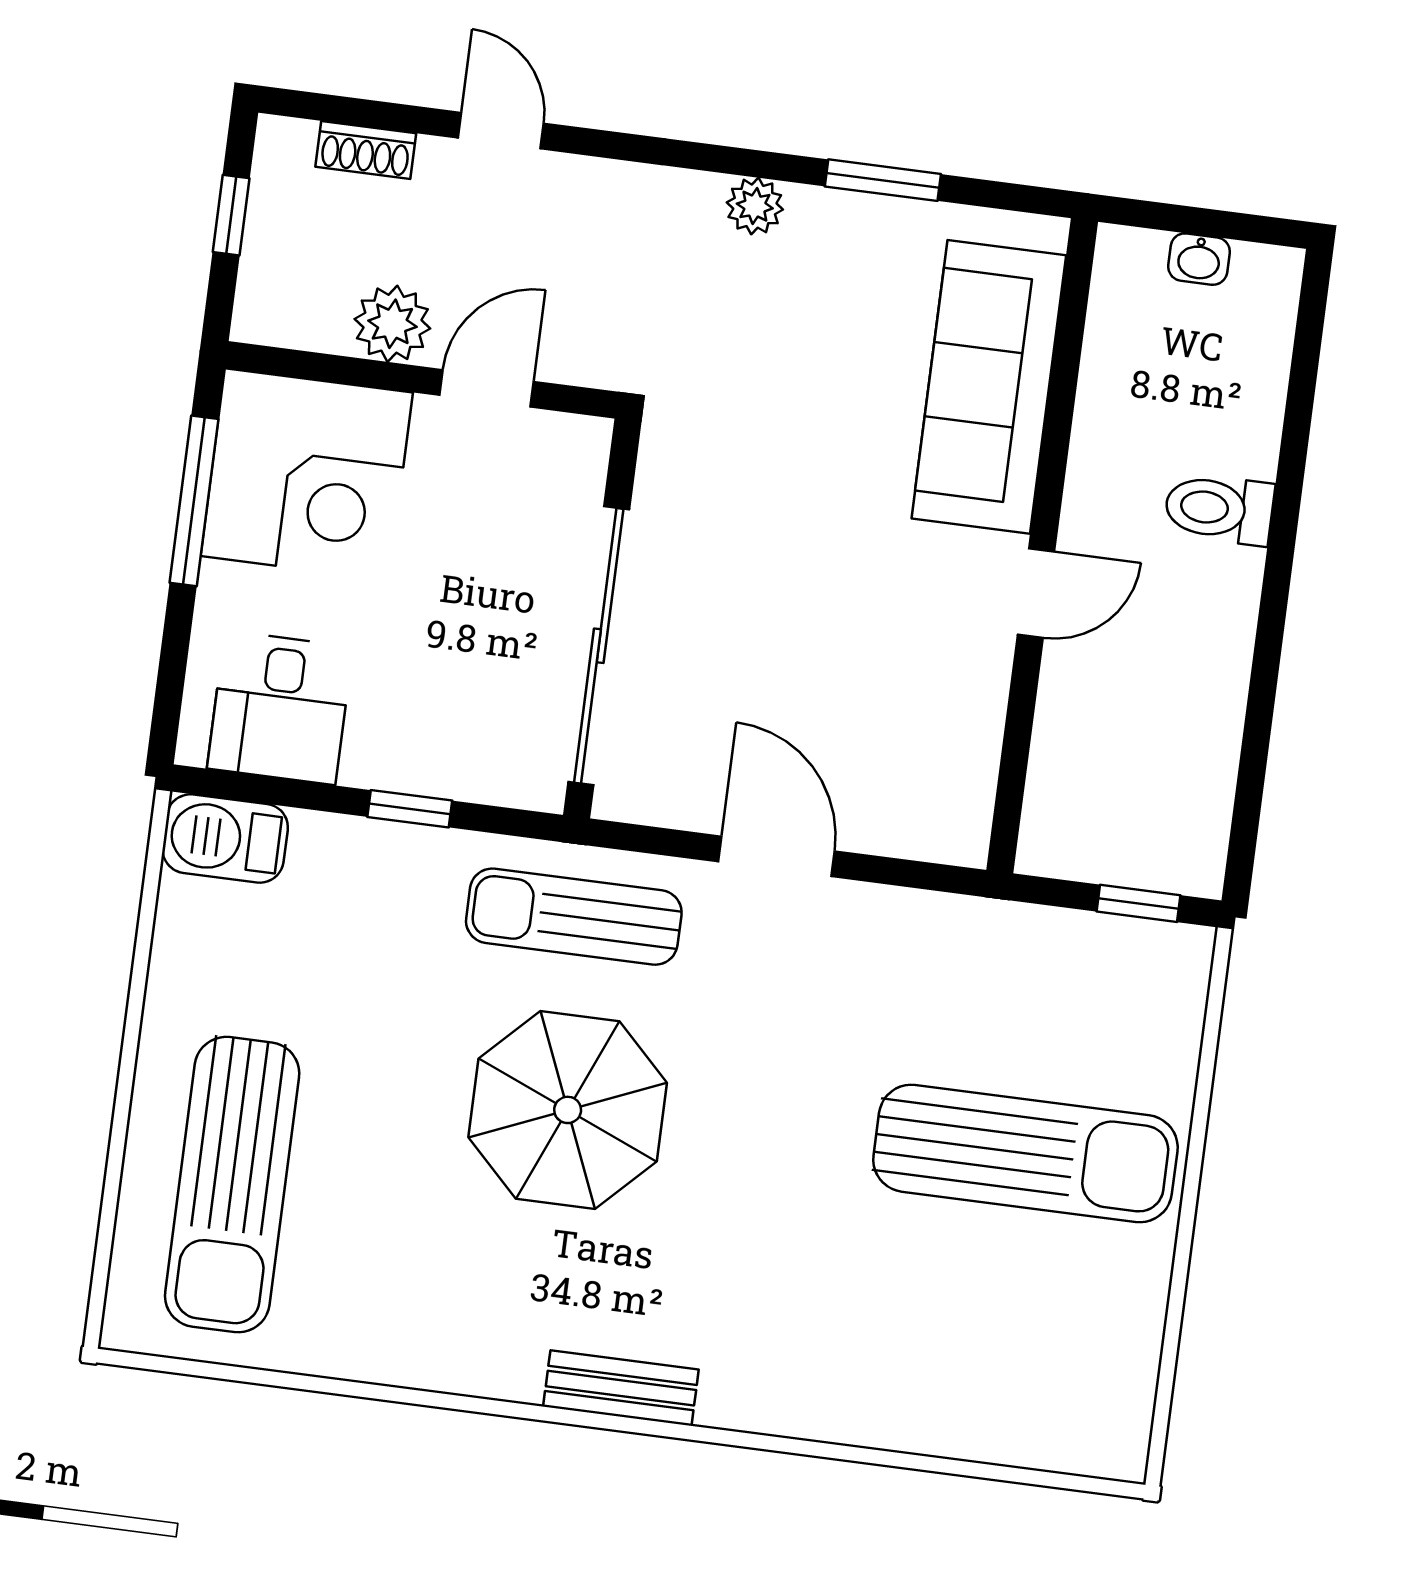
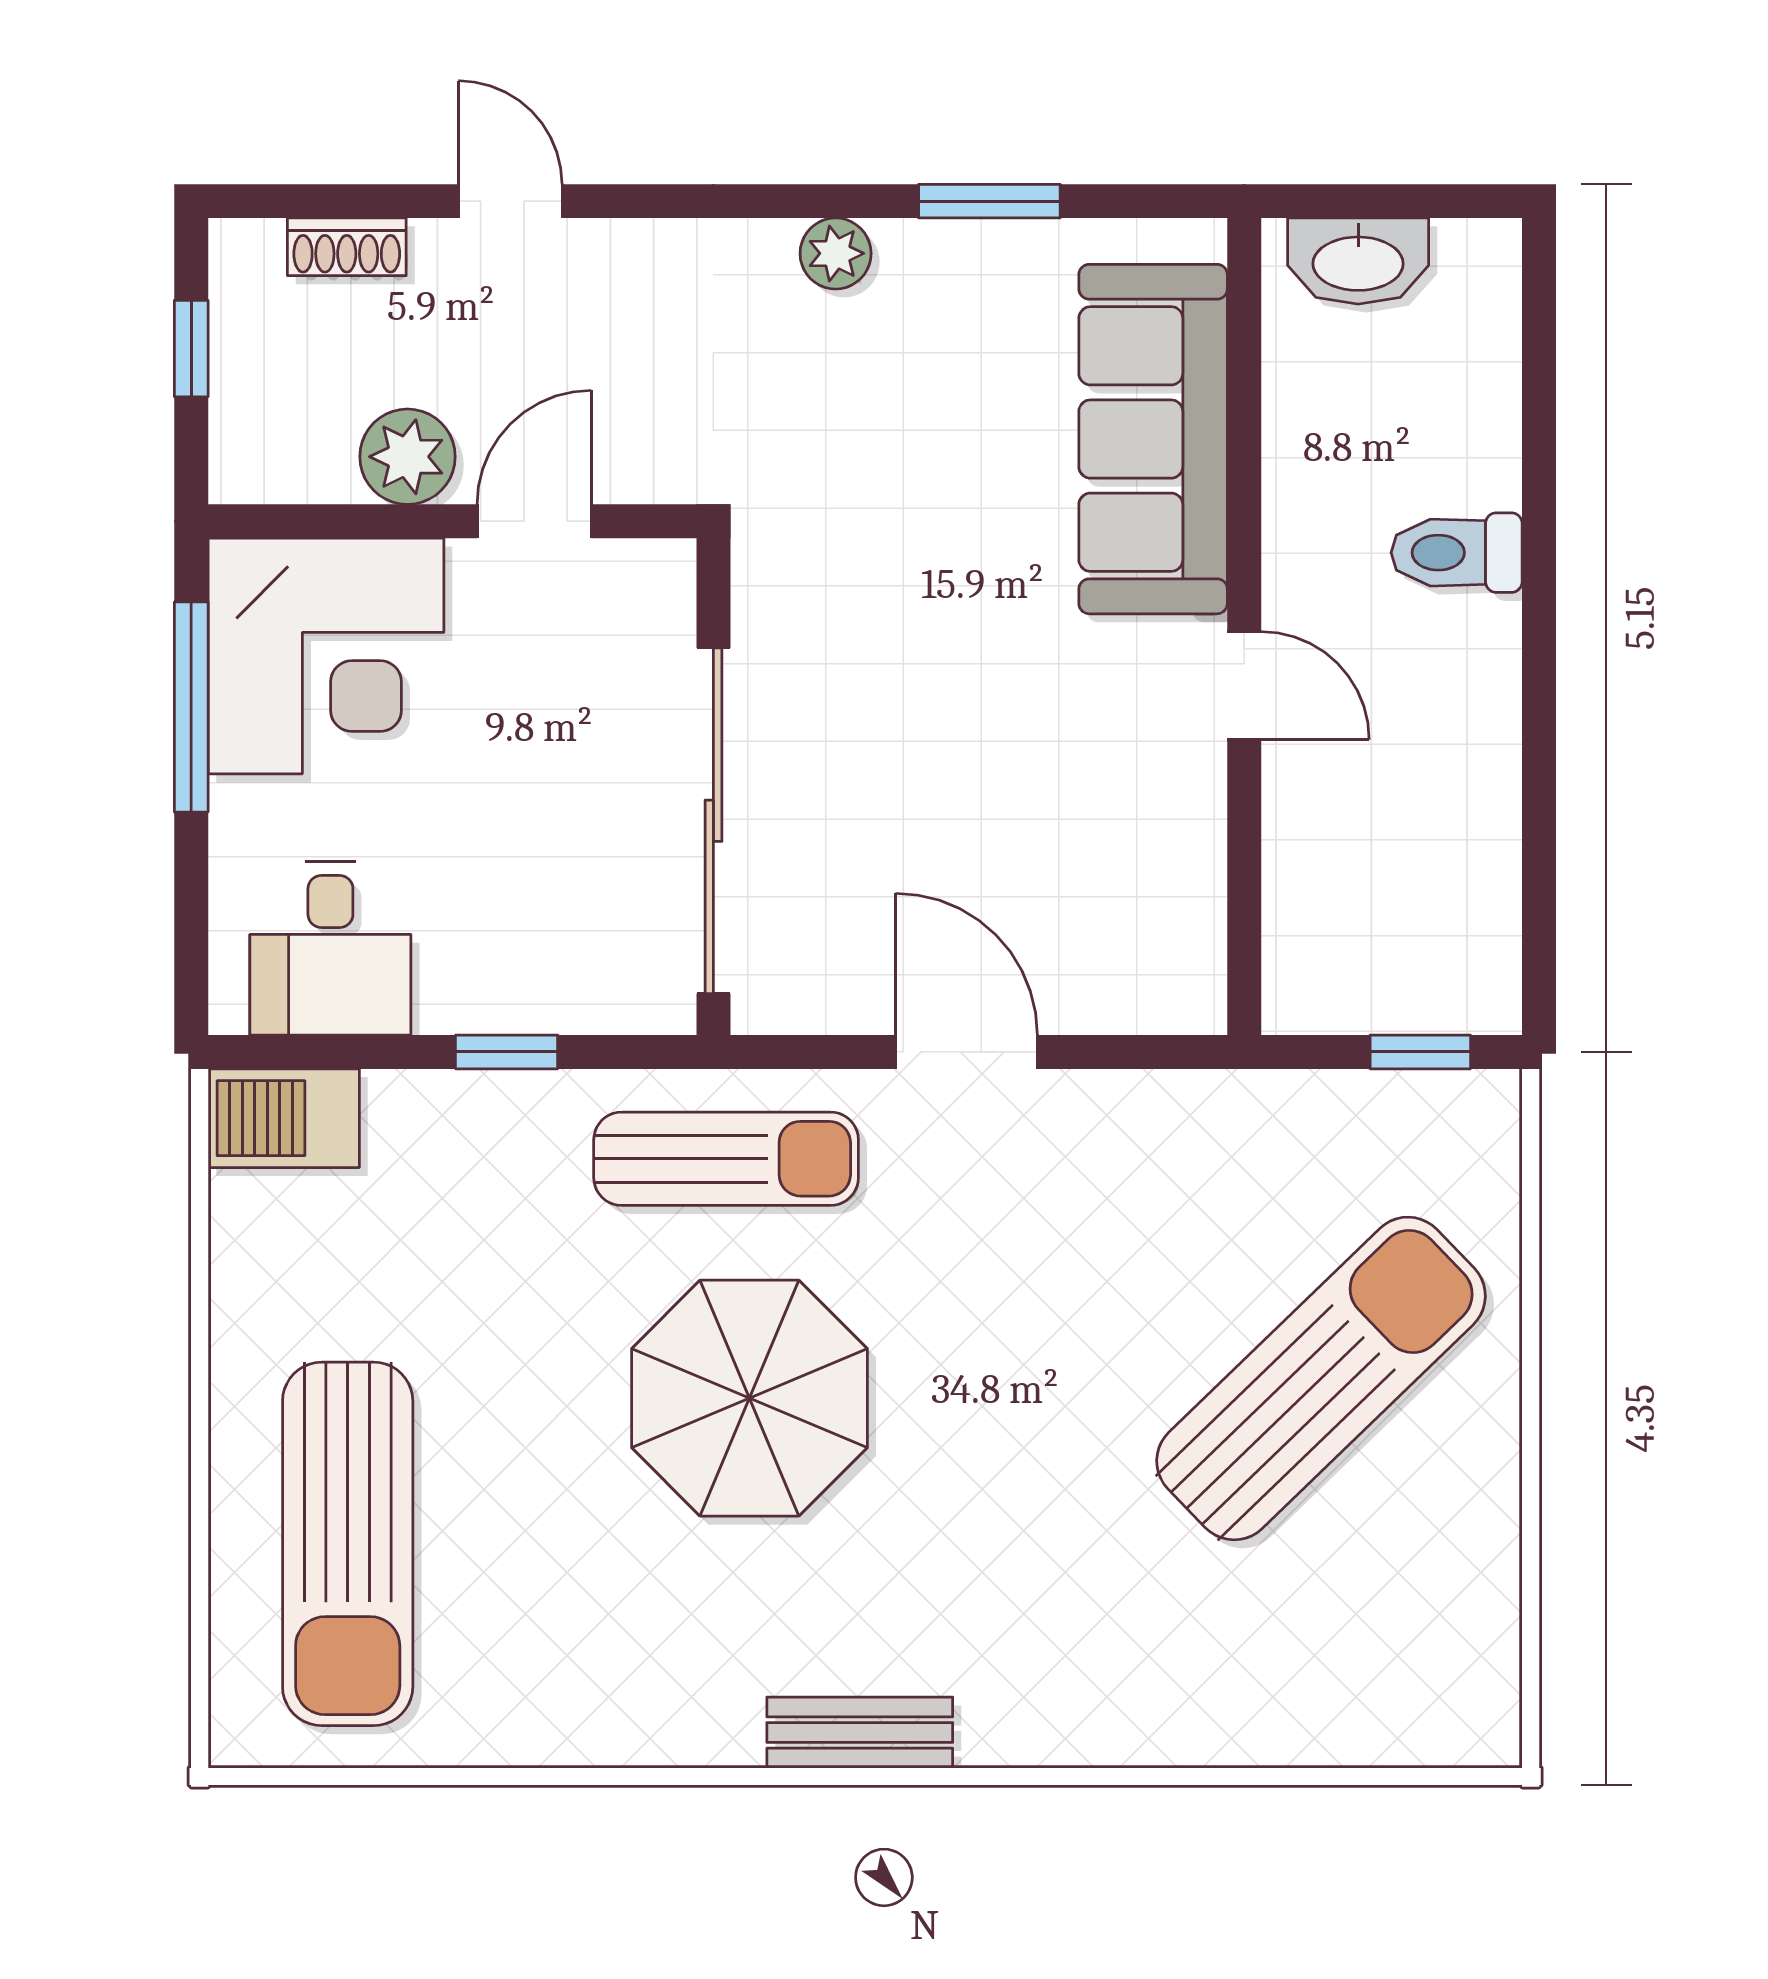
washbasin: (1199, 259) -> (1358, 261), width x1.91, depth x1.45
door: (1036, 593) -> (1244, 686), hinge flipped
sun lounger: (574, 917) -> (726, 1159), turned 180
sun lounger: (1025, 1153) -> (1321, 1378), turned -44

